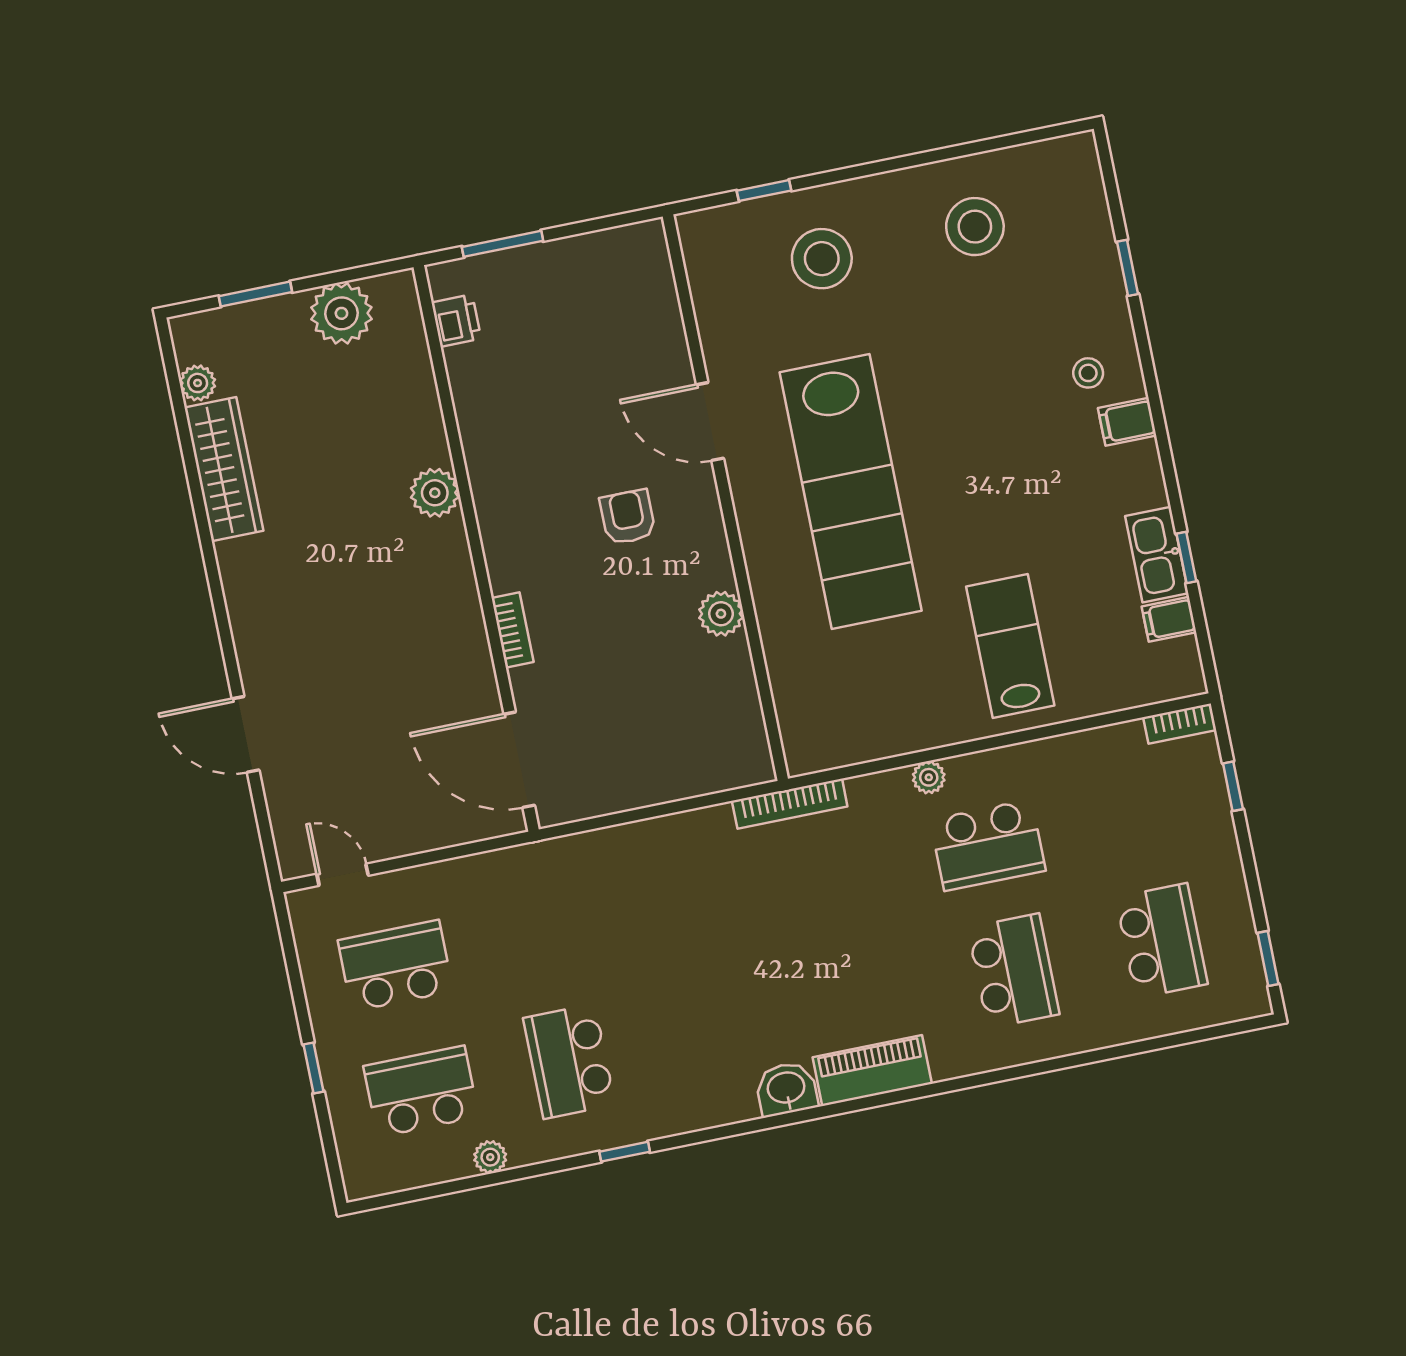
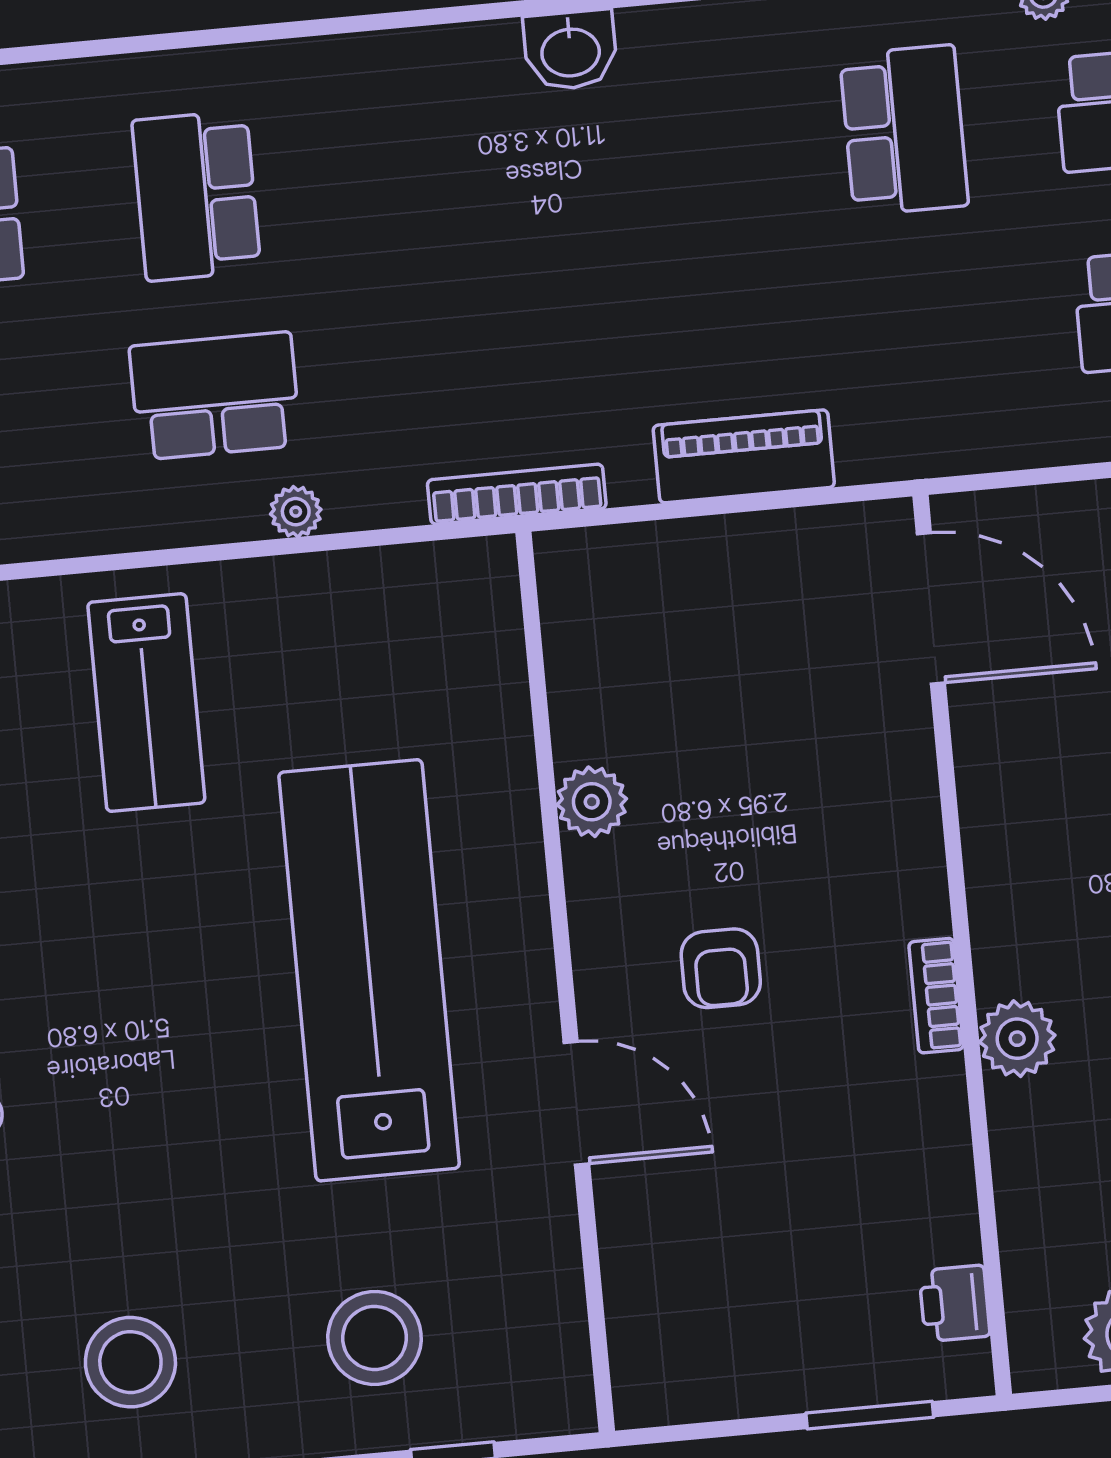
bookcase: (513, 630) -> (936, 996), moved
piano: (872, 1071) -> (744, 456), moved, turned 180

